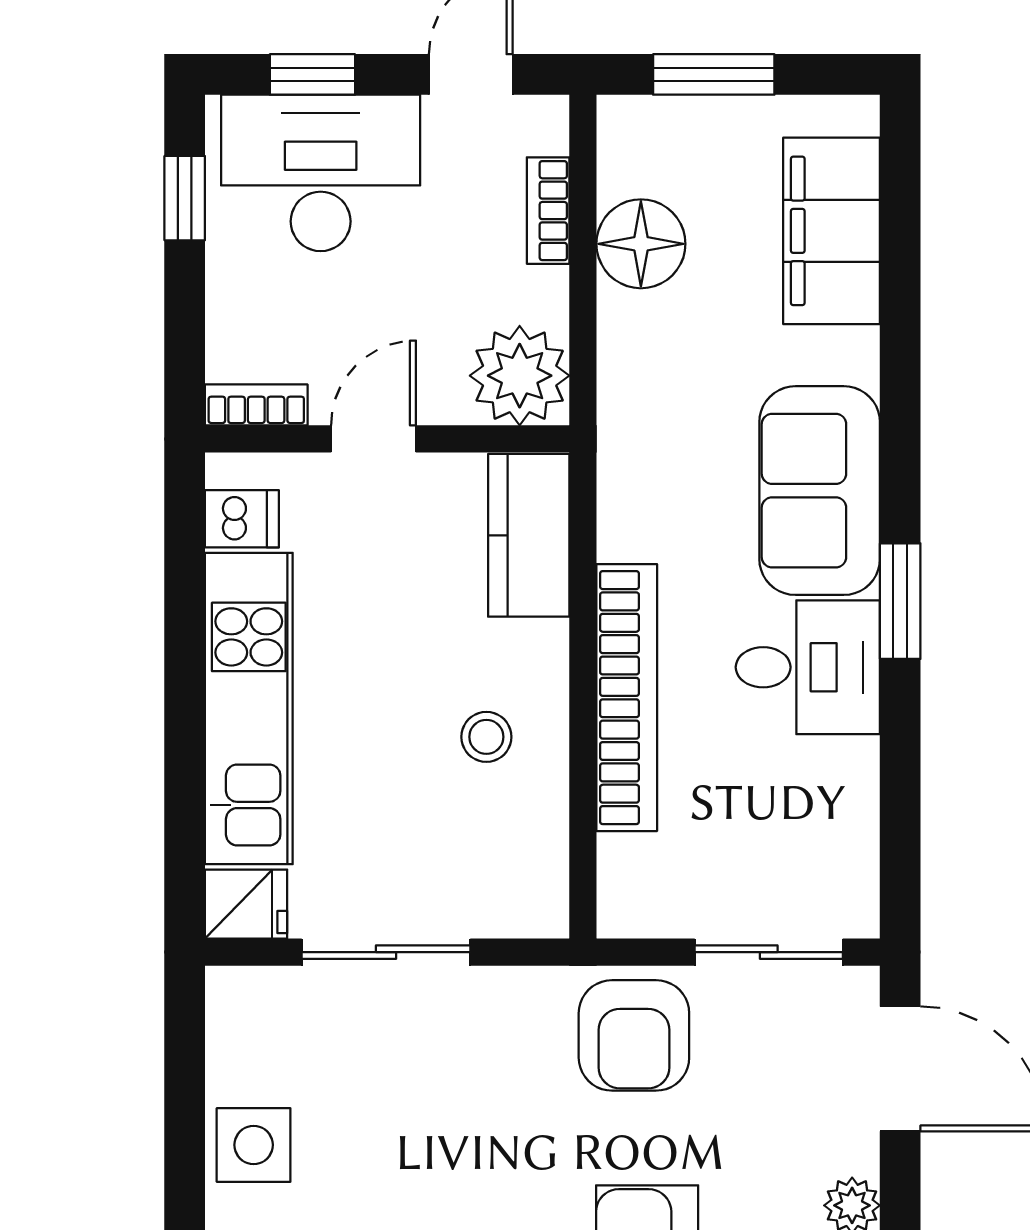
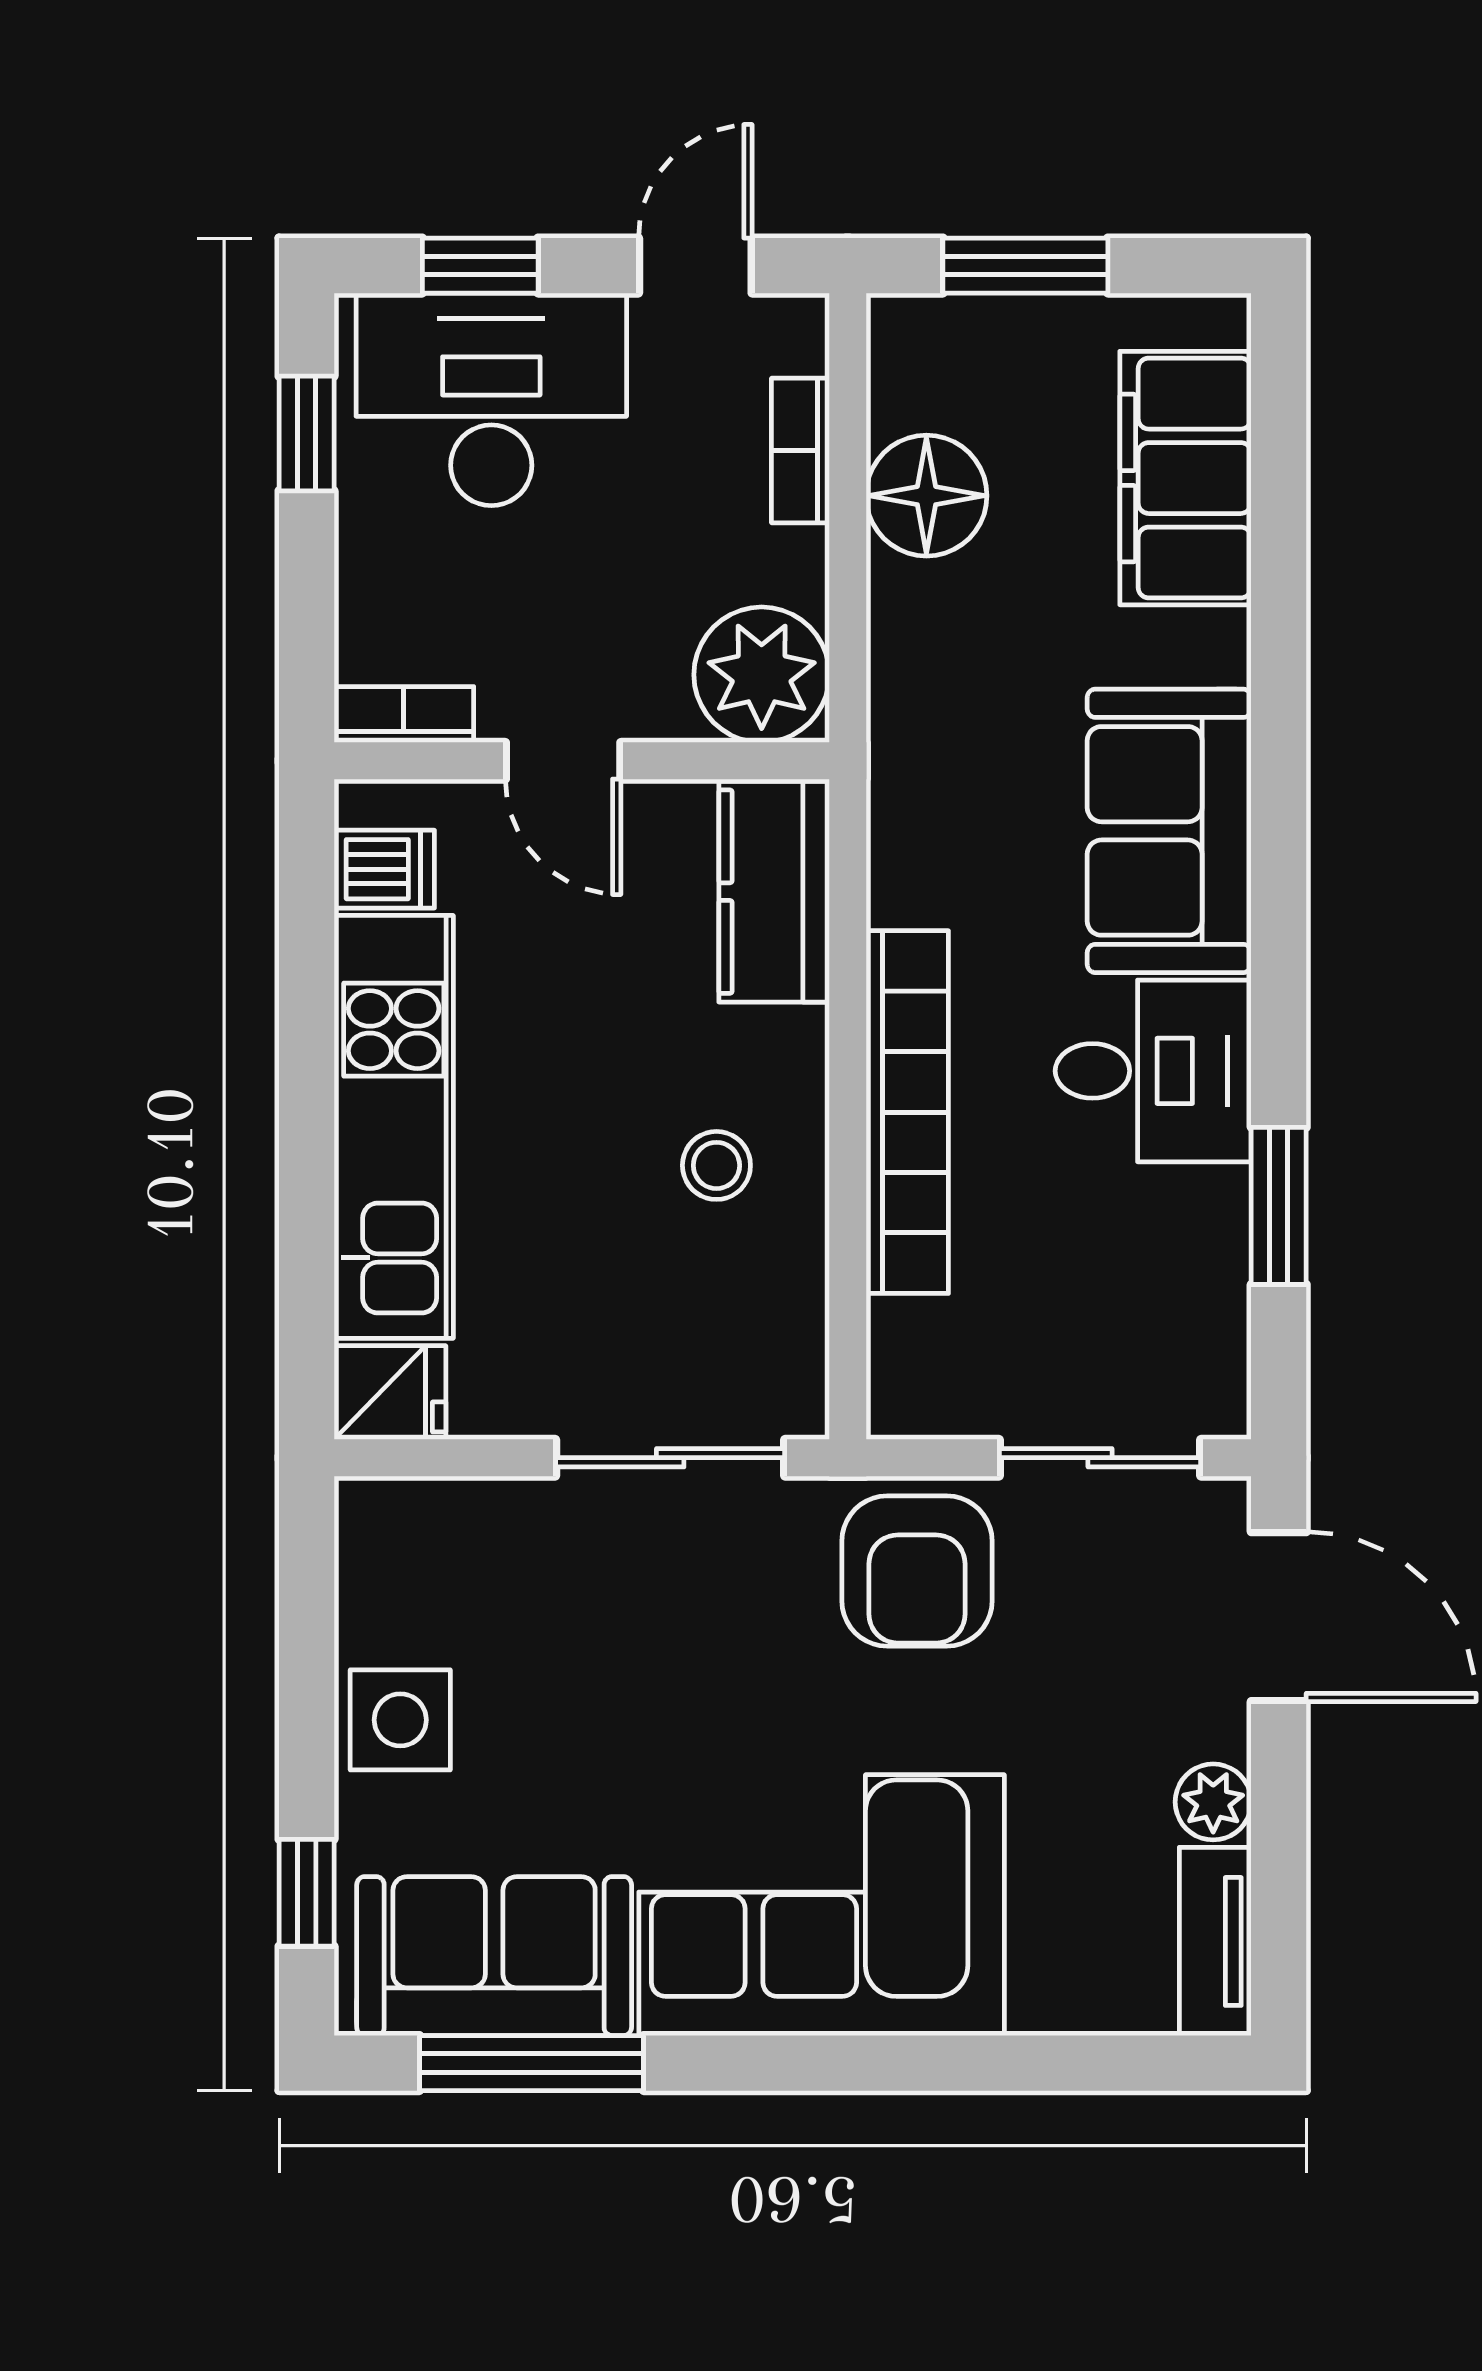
door: (374, 439) -> (563, 761), swing flipped
window: (900, 601) -> (1279, 1206), moved
sliding door: (386, 952) -> (670, 1458), moved

